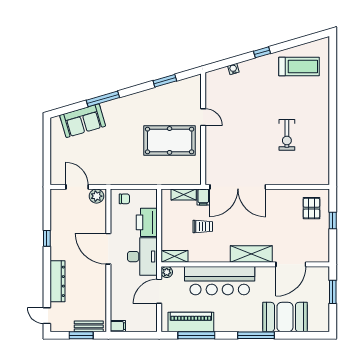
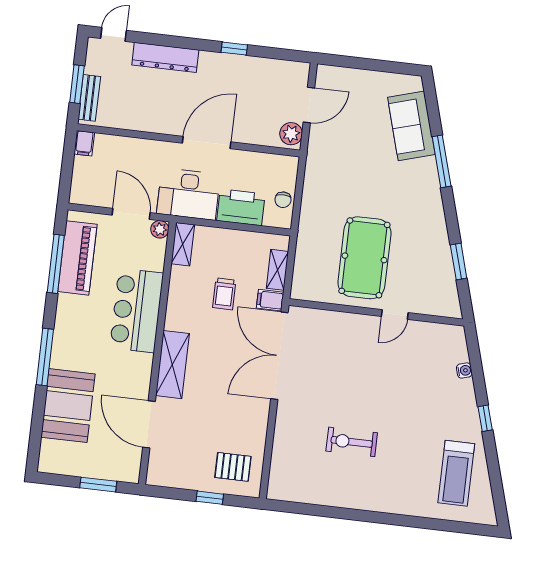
chair: (124, 199) -> (283, 200), moved
bar counter: (220, 281) -> (137, 310), width x0.73

